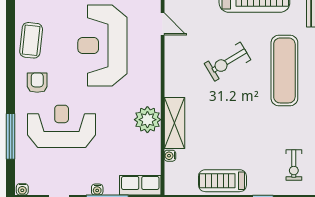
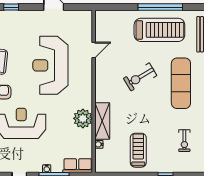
door: (163, 24) -> (94, 50), hinge flipped
exercise bike: (294, 165) -> (184, 141), moved
treadmill: (222, 181) -> (138, 150), moved, turned 90

